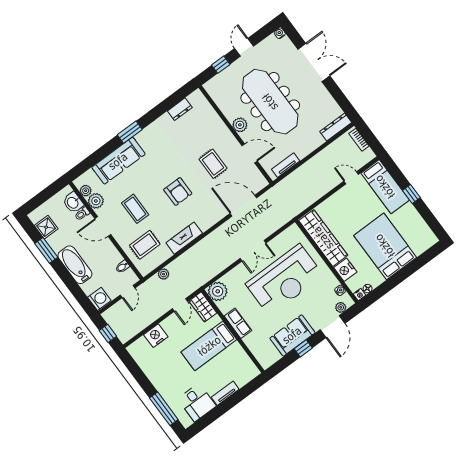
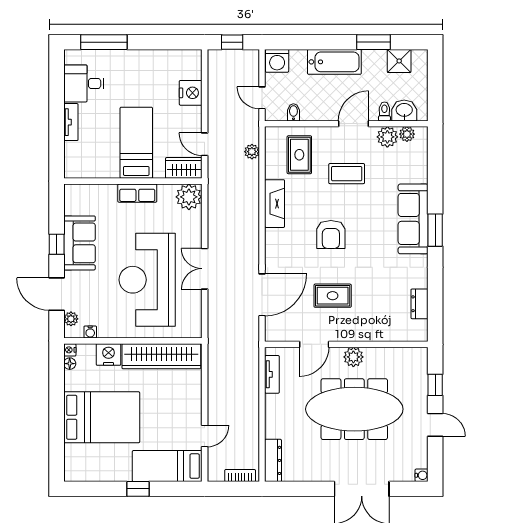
sofa: (118, 161) -> (413, 219), moved
armchair: (178, 192) -> (331, 234), turned -90

